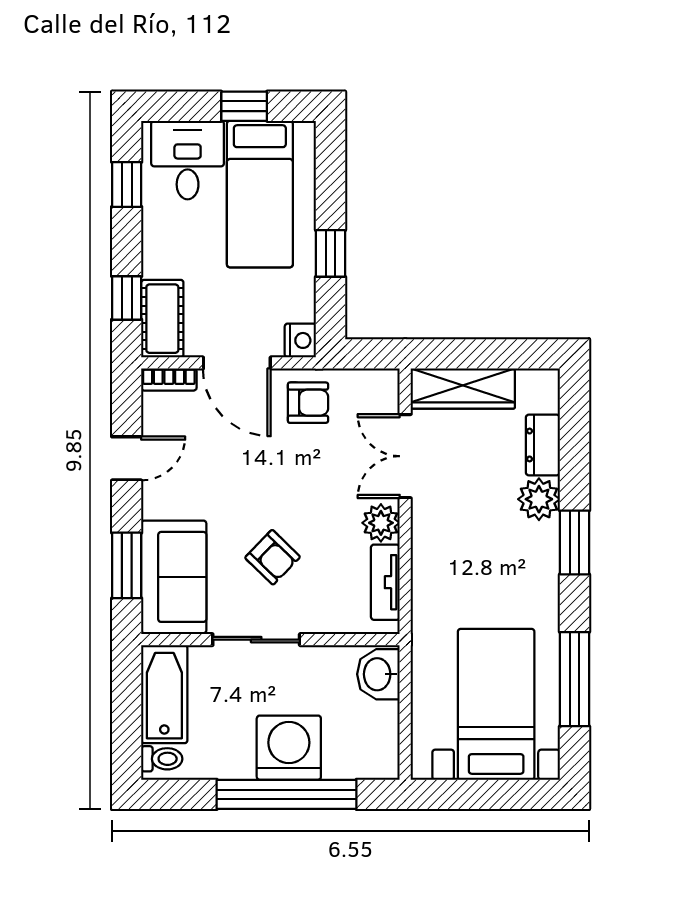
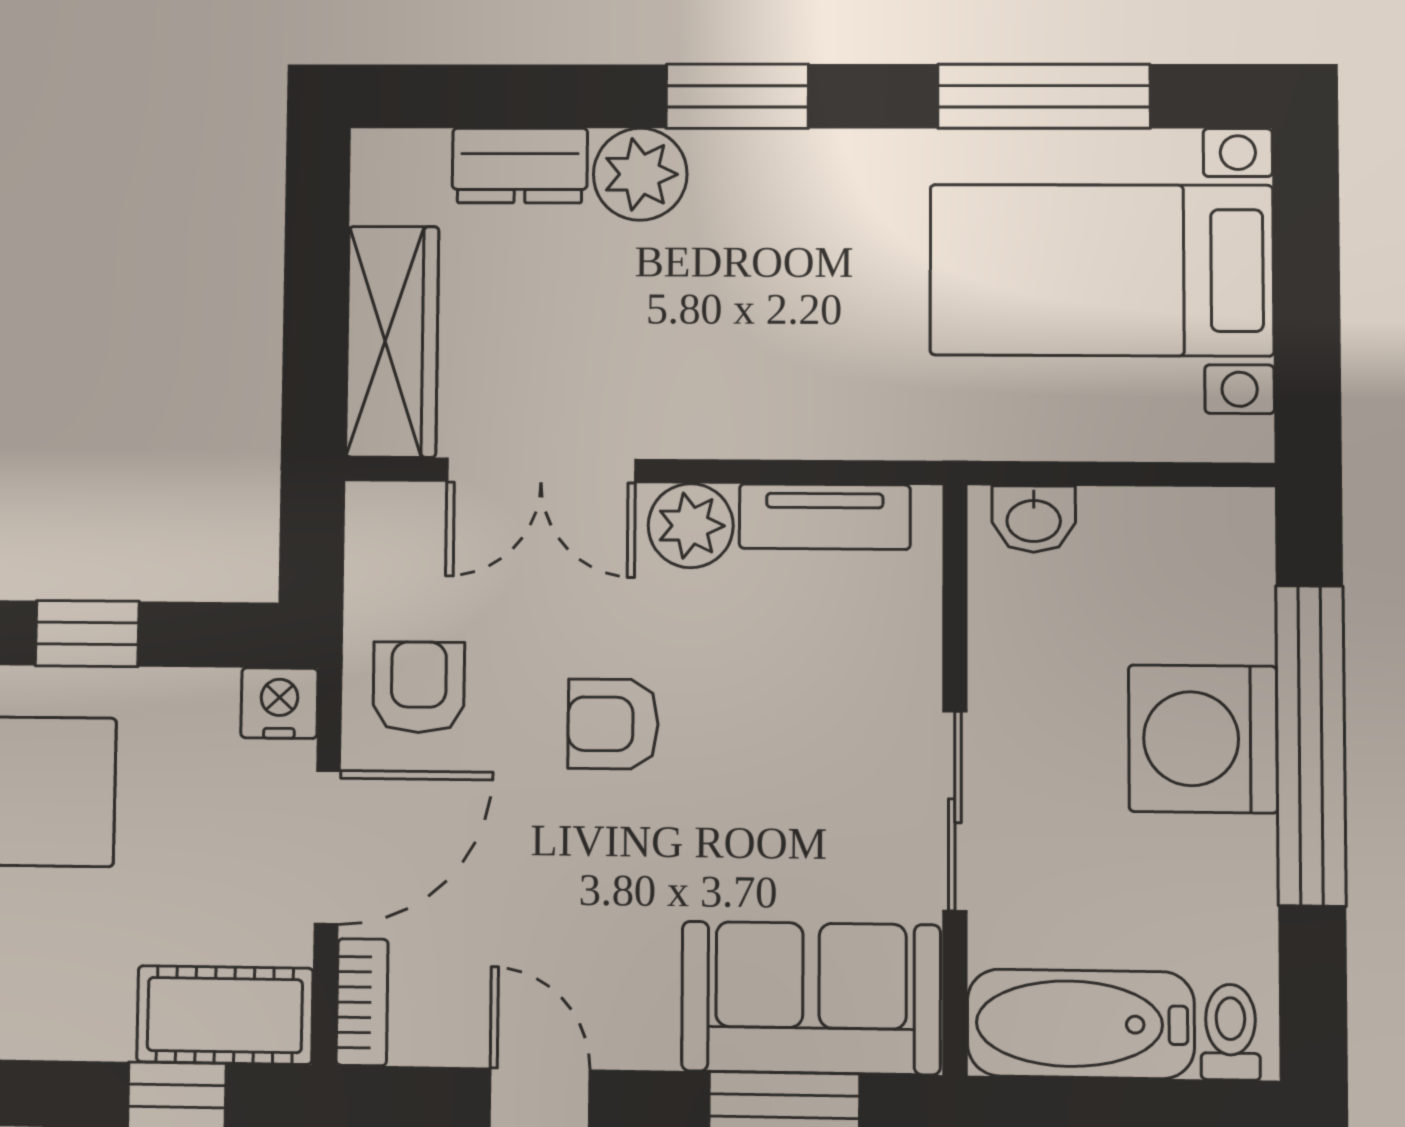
armchair: (273, 557) -> (613, 724), moved, turned -134
washbasin: (378, 674) -> (1034, 519), width x0.72, depth x0.69

